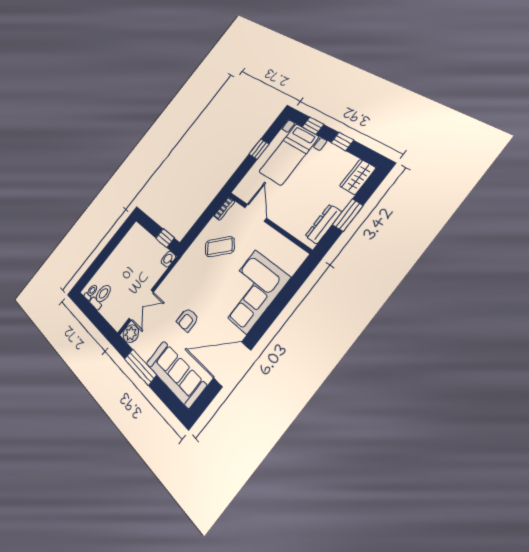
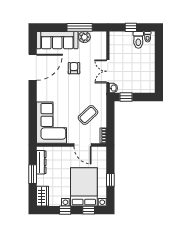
bed with nightstands: (289, 154) -> (84, 187), width x1.36
corner sofa: (251, 291) -> (51, 123), moved
double door: (141, 305) -> (108, 71), moved
window: (95, 318) -> (131, 27), added
plant: (131, 334) -> (84, 37), moved

